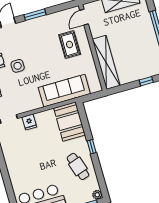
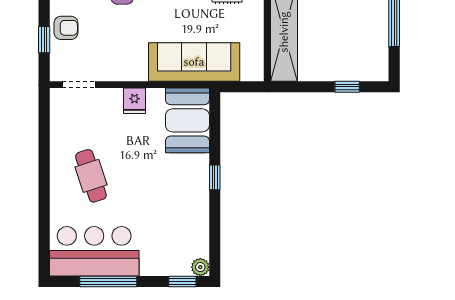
fridge: (29, 122) -> (135, 101), moved
cafe table: (78, 166) -> (91, 176), moved

